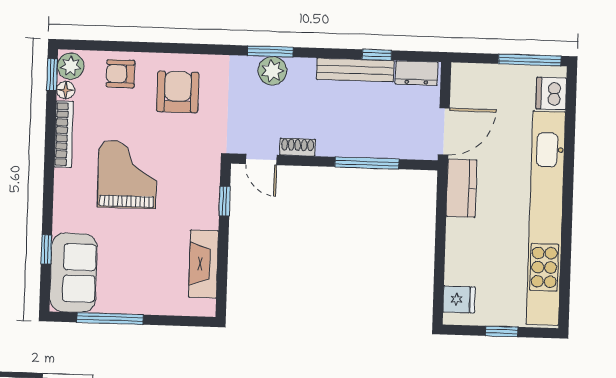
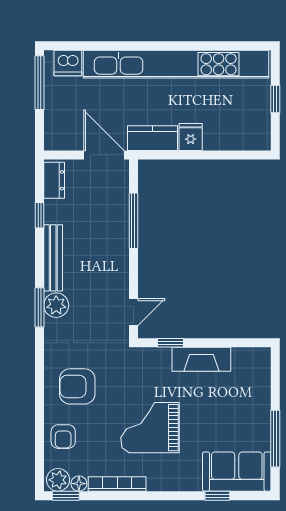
bench: (355, 70) -> (53, 258), moved
shoe rack: (298, 147) -> (122, 281), removed
fireplace: (203, 264) -> (201, 359), moved
fridge: (459, 299) -> (191, 137), moved

